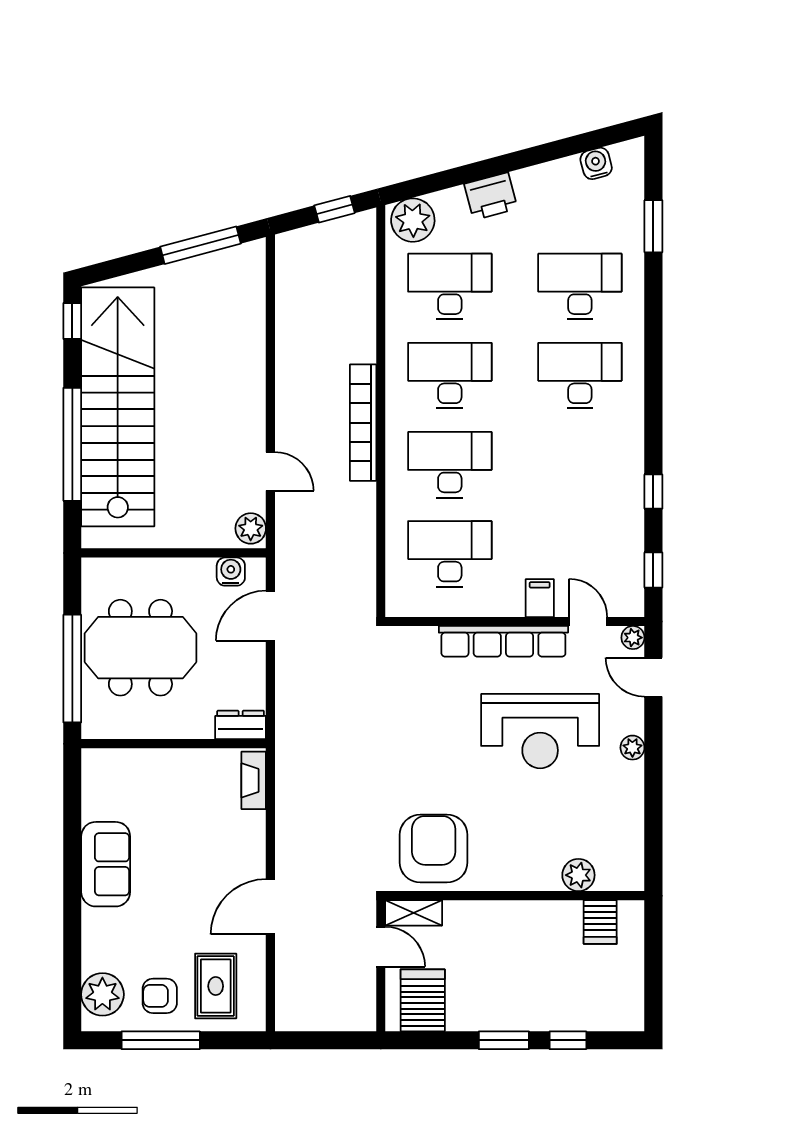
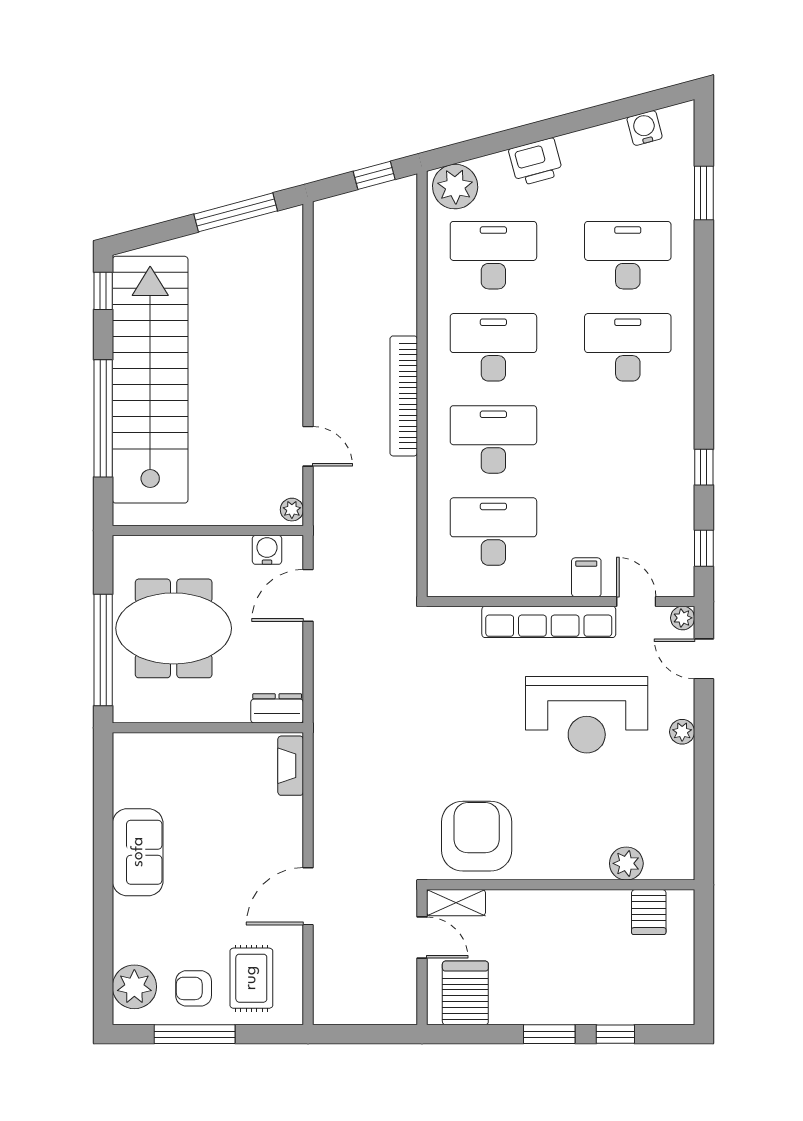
plant: (251, 528) -> (292, 510), width x0.73, depth x0.73

